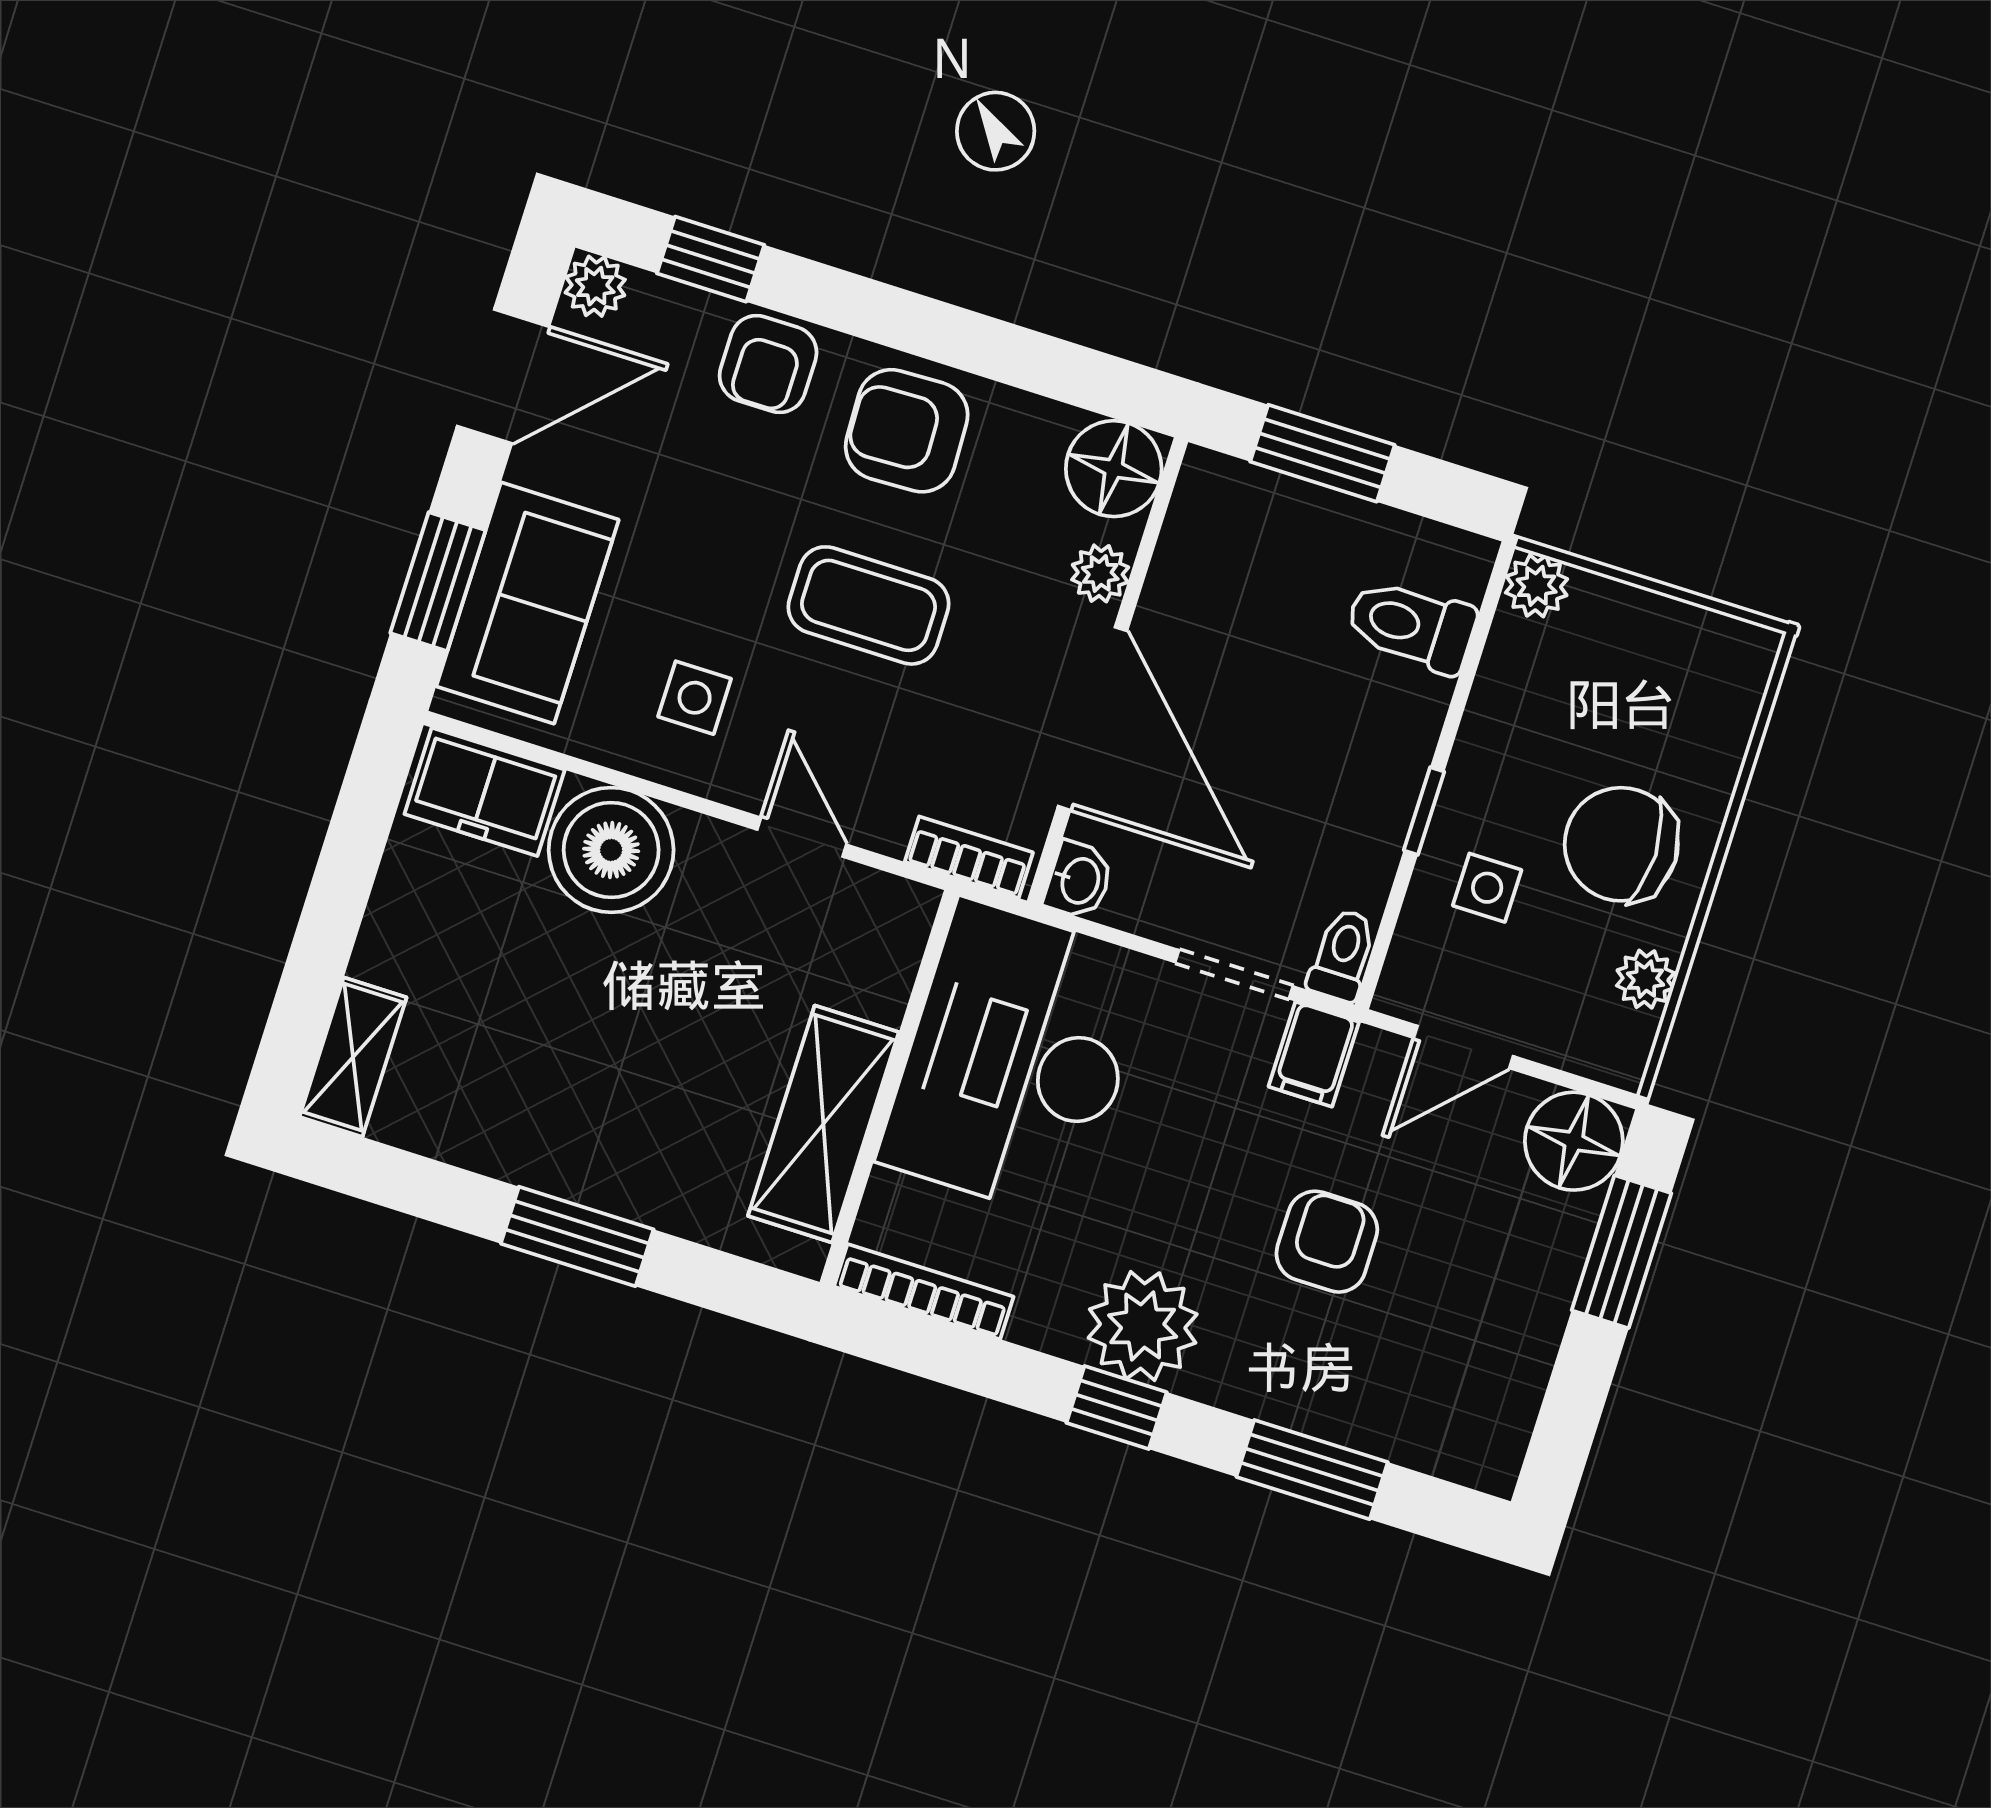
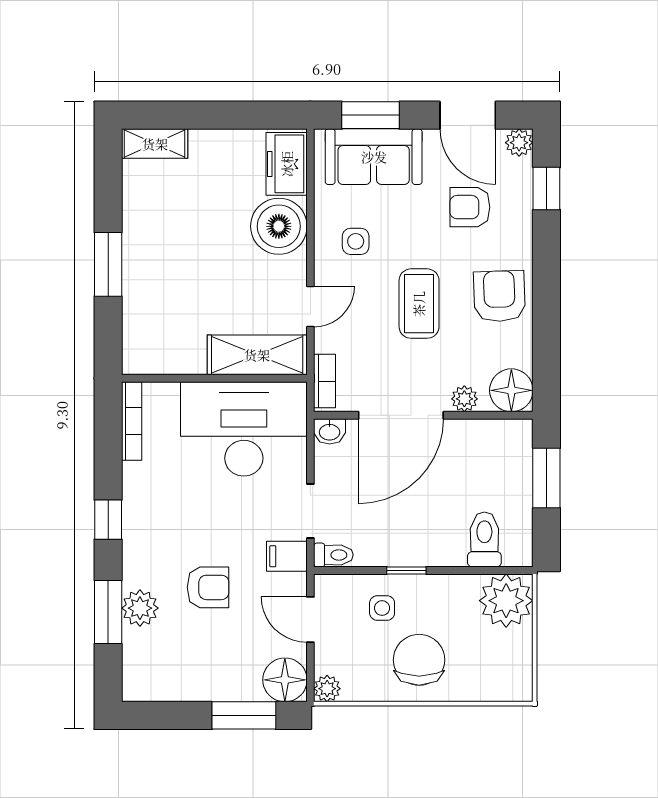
armchair: (768, 364) -> (470, 207), moved
plant: (1537, 586) -> (506, 601), width x1.88, depth x1.88
plant: (1645, 979) -> (327, 689), moved
shelving: (823, 1124) -> (257, 355), moved
plant: (1143, 1326) -> (140, 608), moved, width x0.73, depth x0.73

